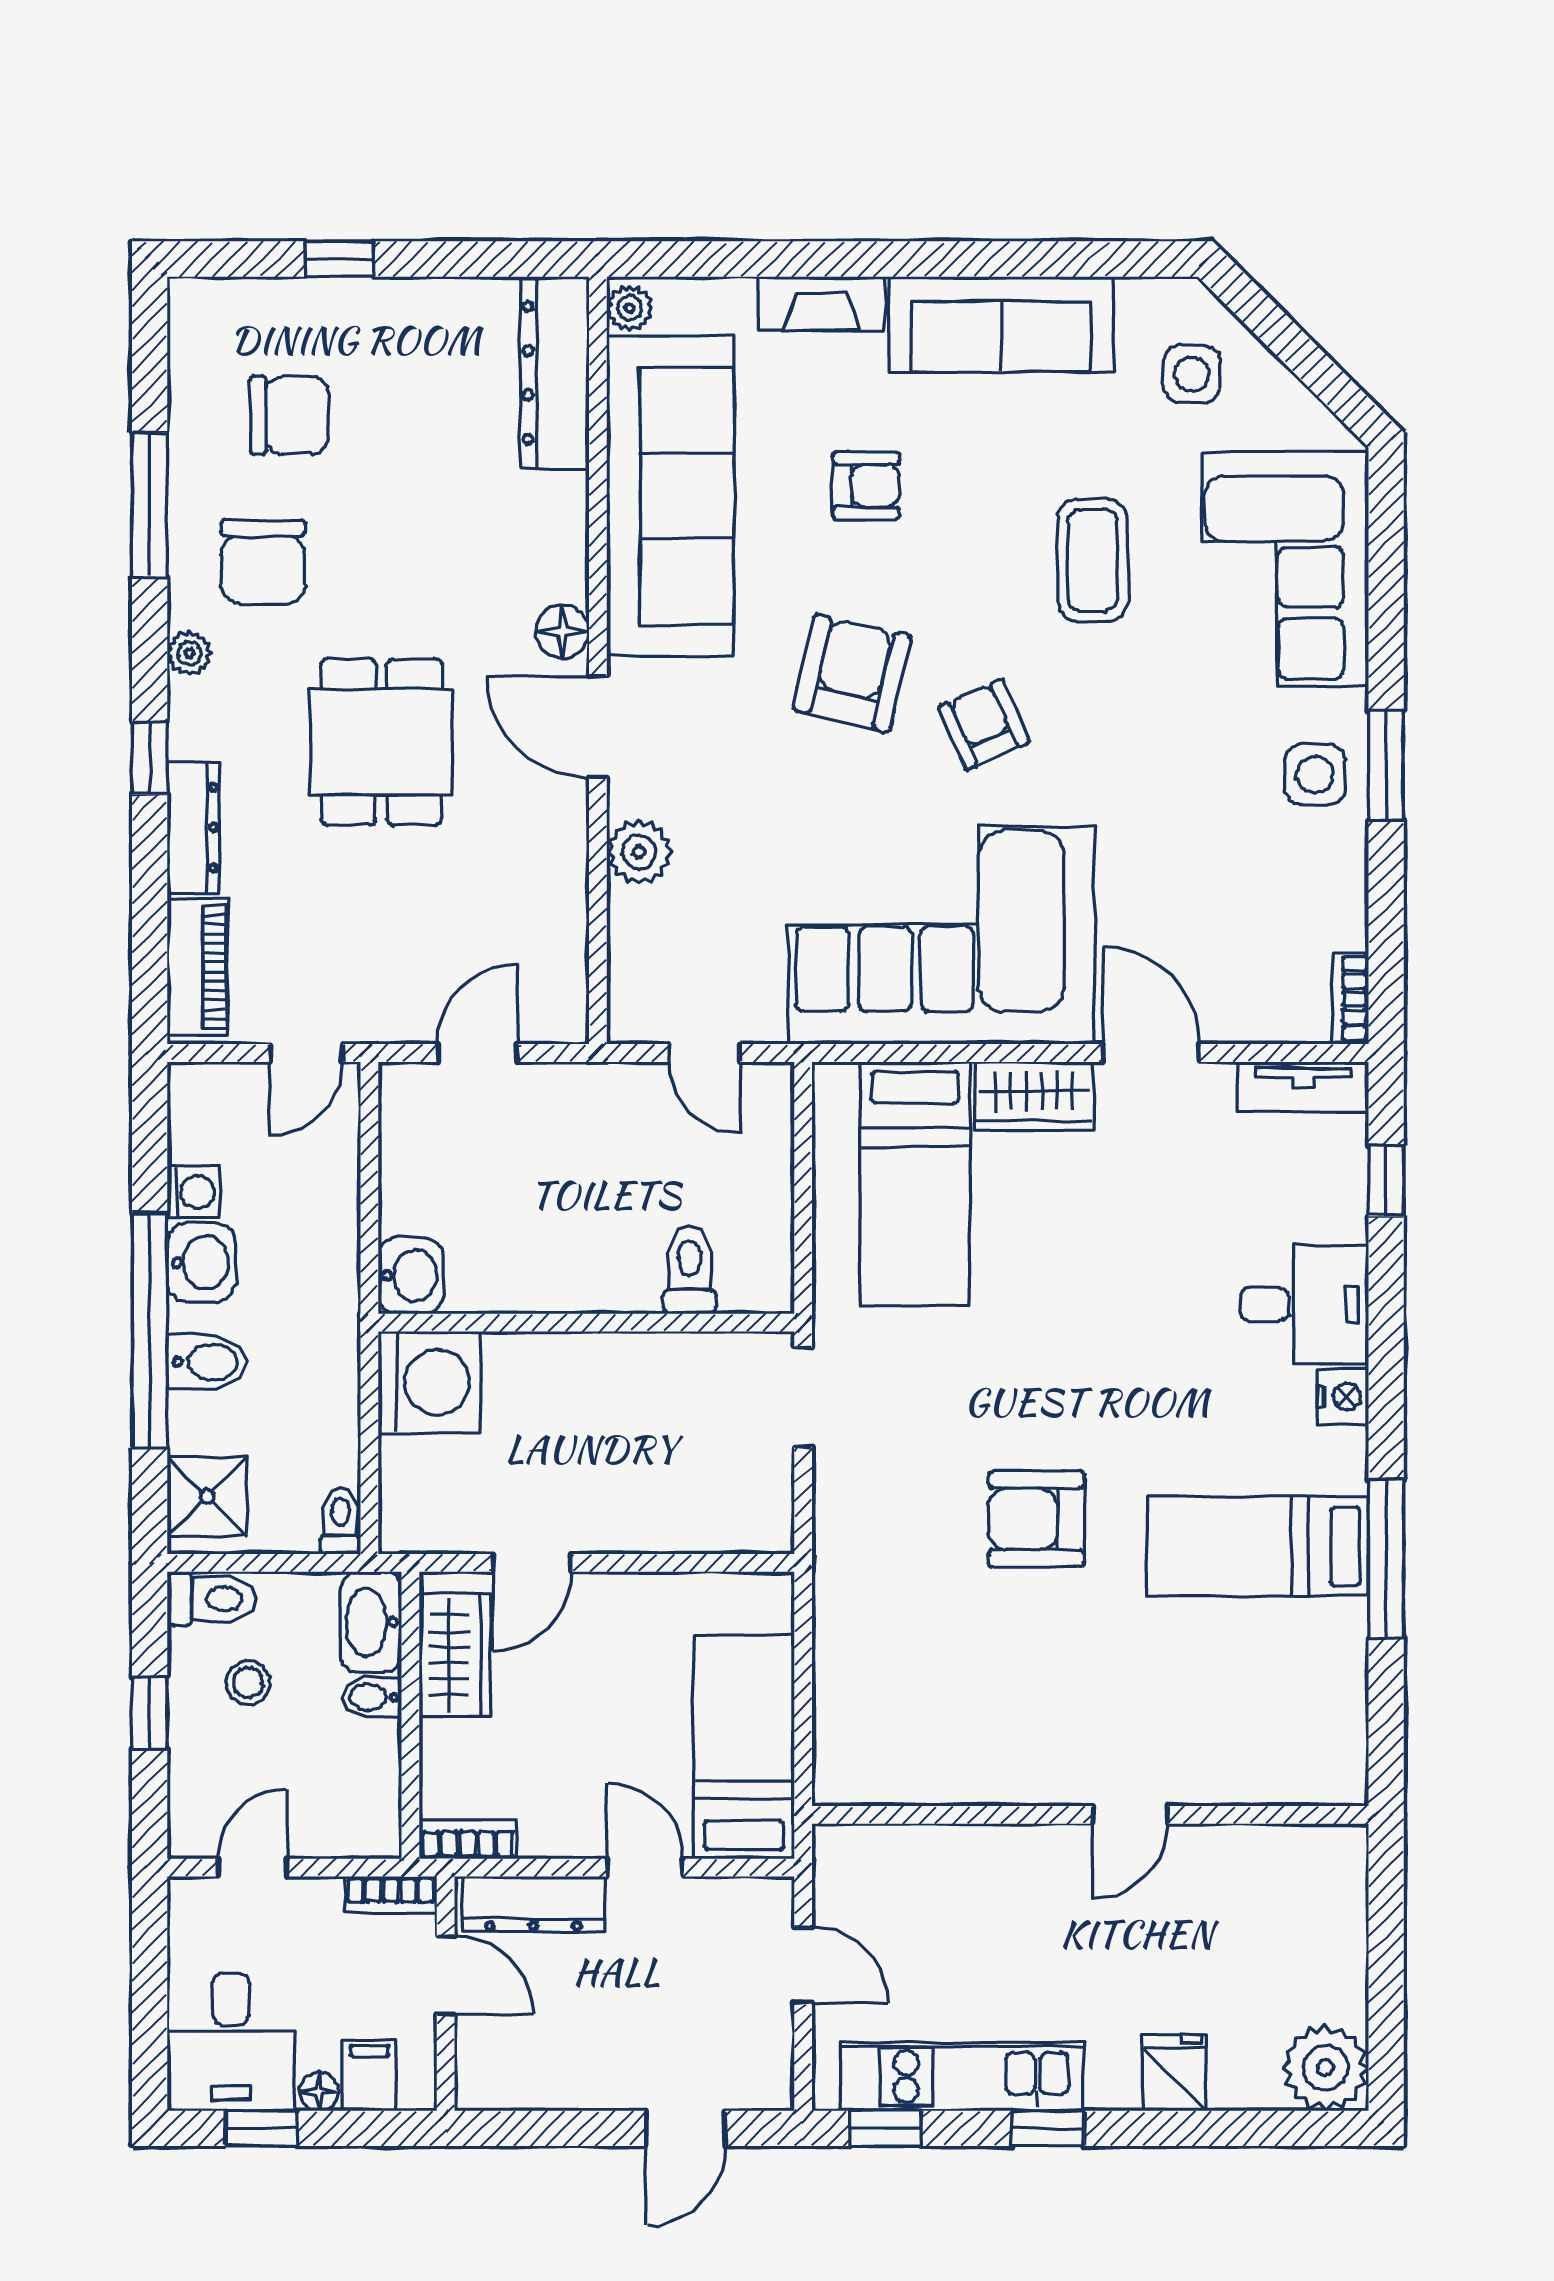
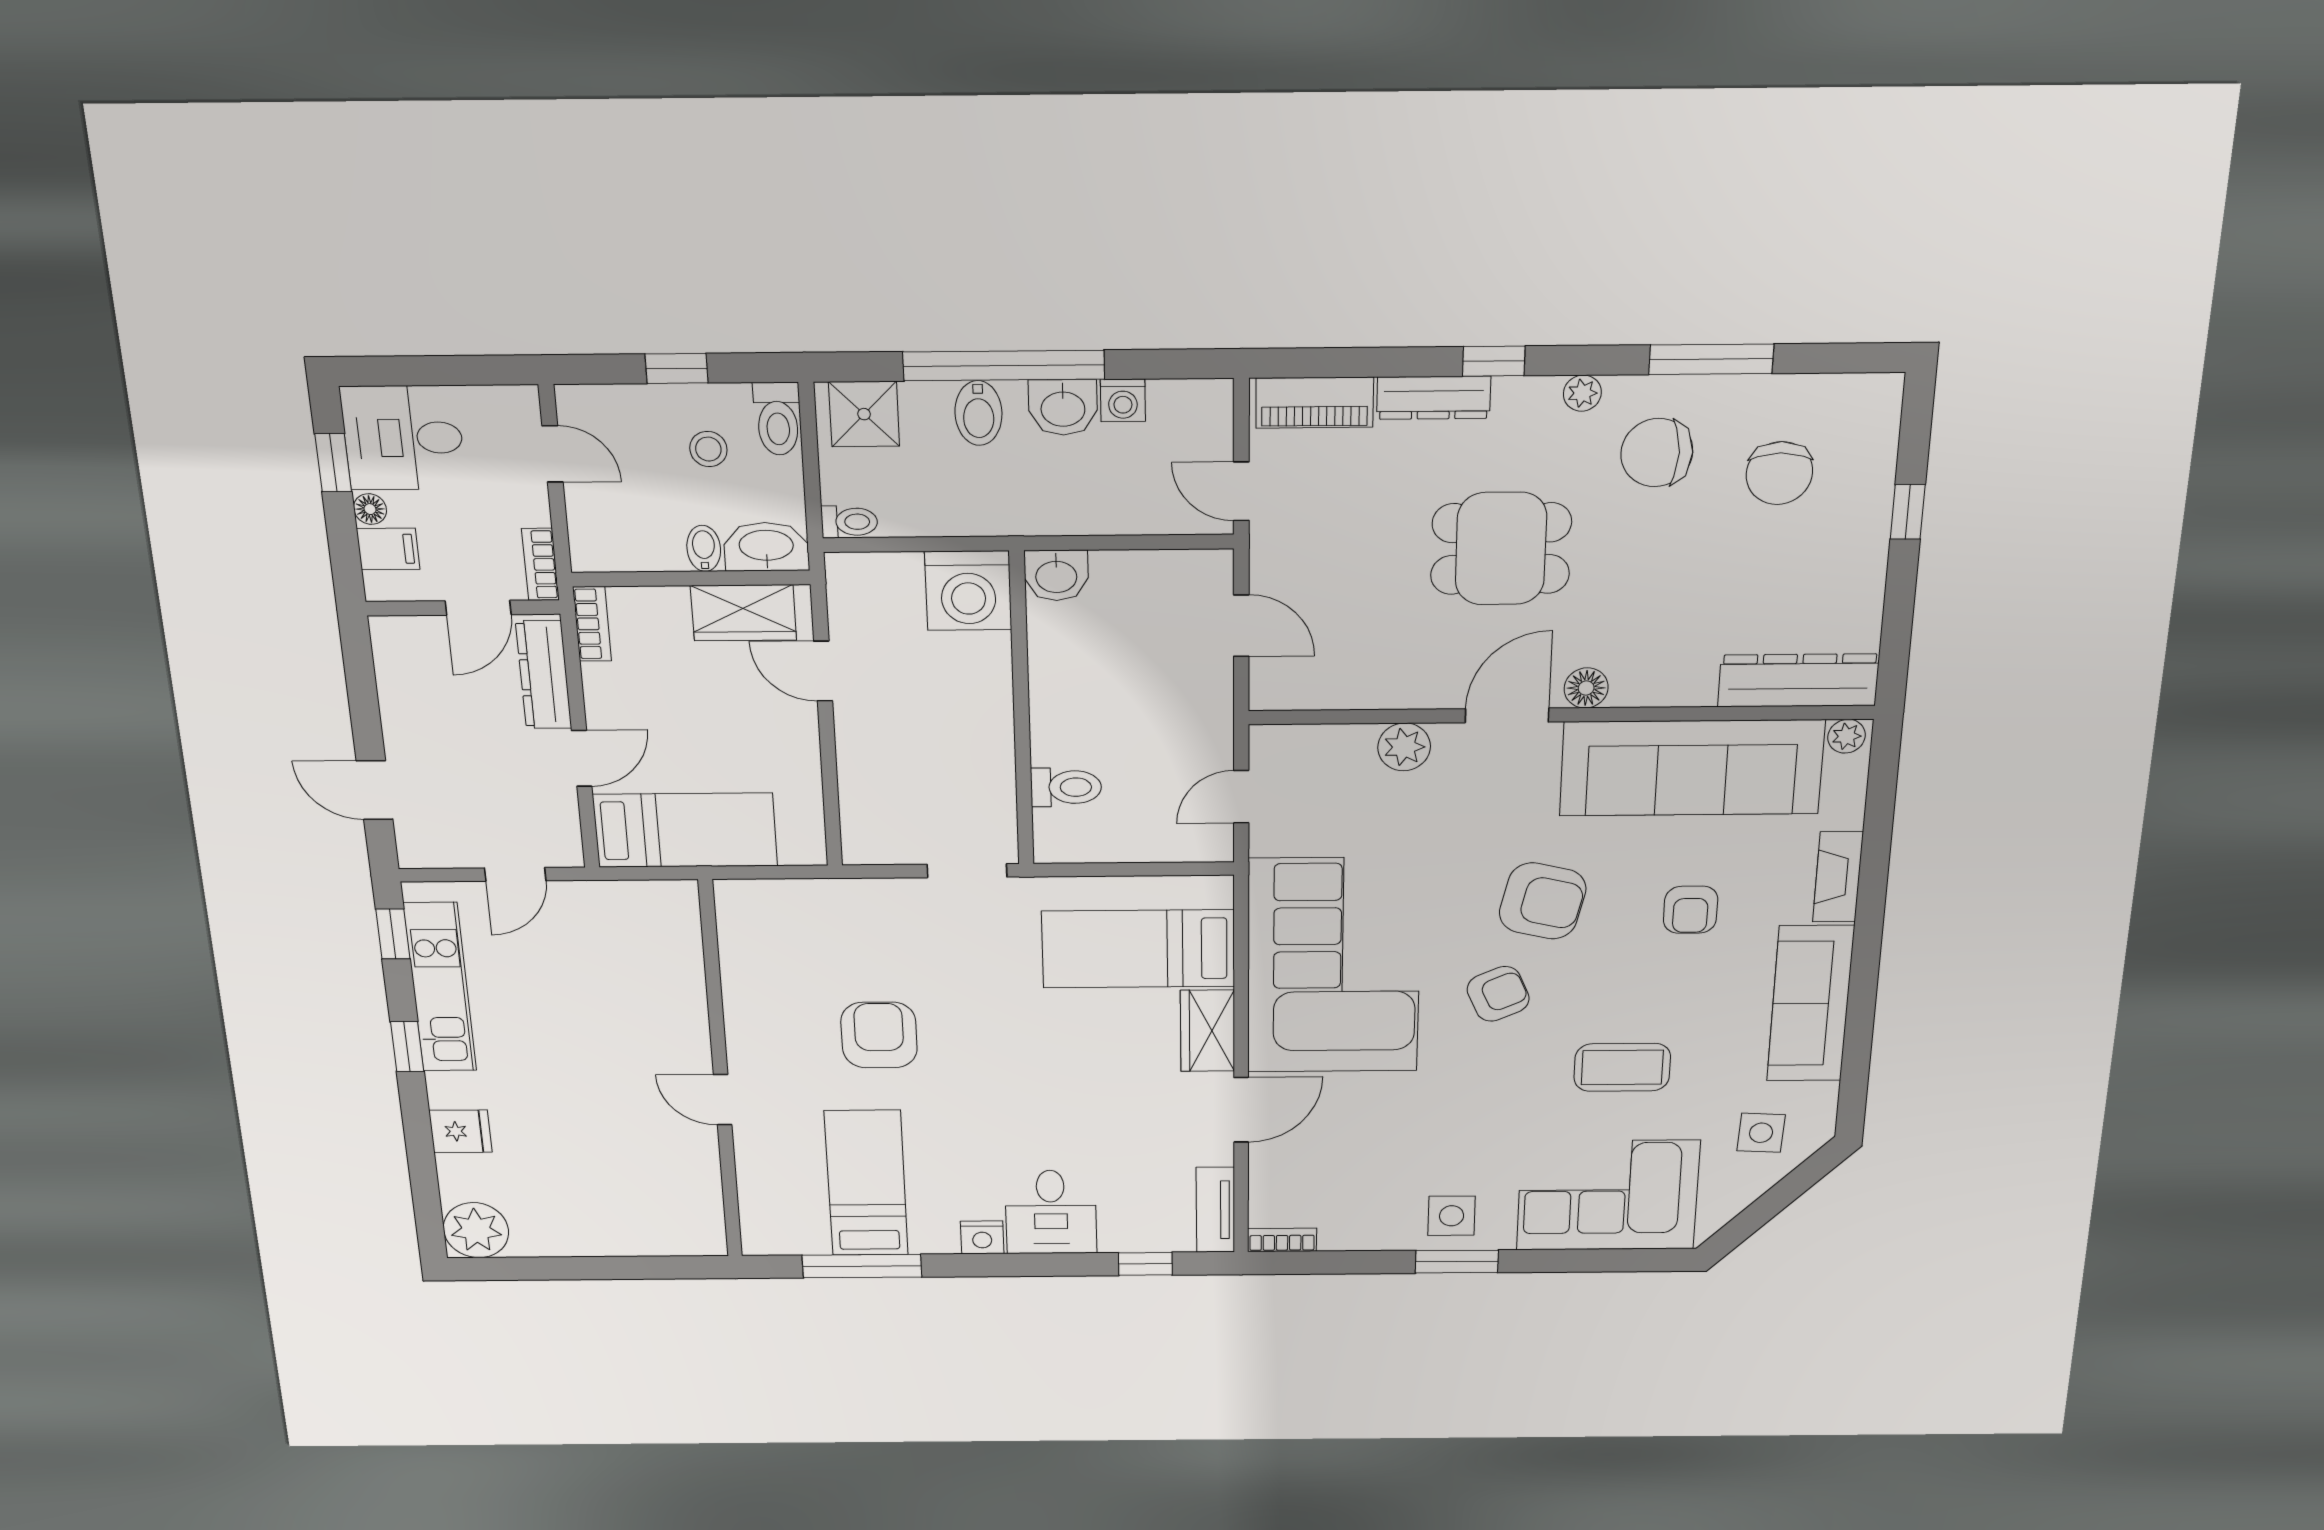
wall: (1090, 1815) -> (720, 1073), moved
door: (1130, 1815) -> (723, 1100), moved

